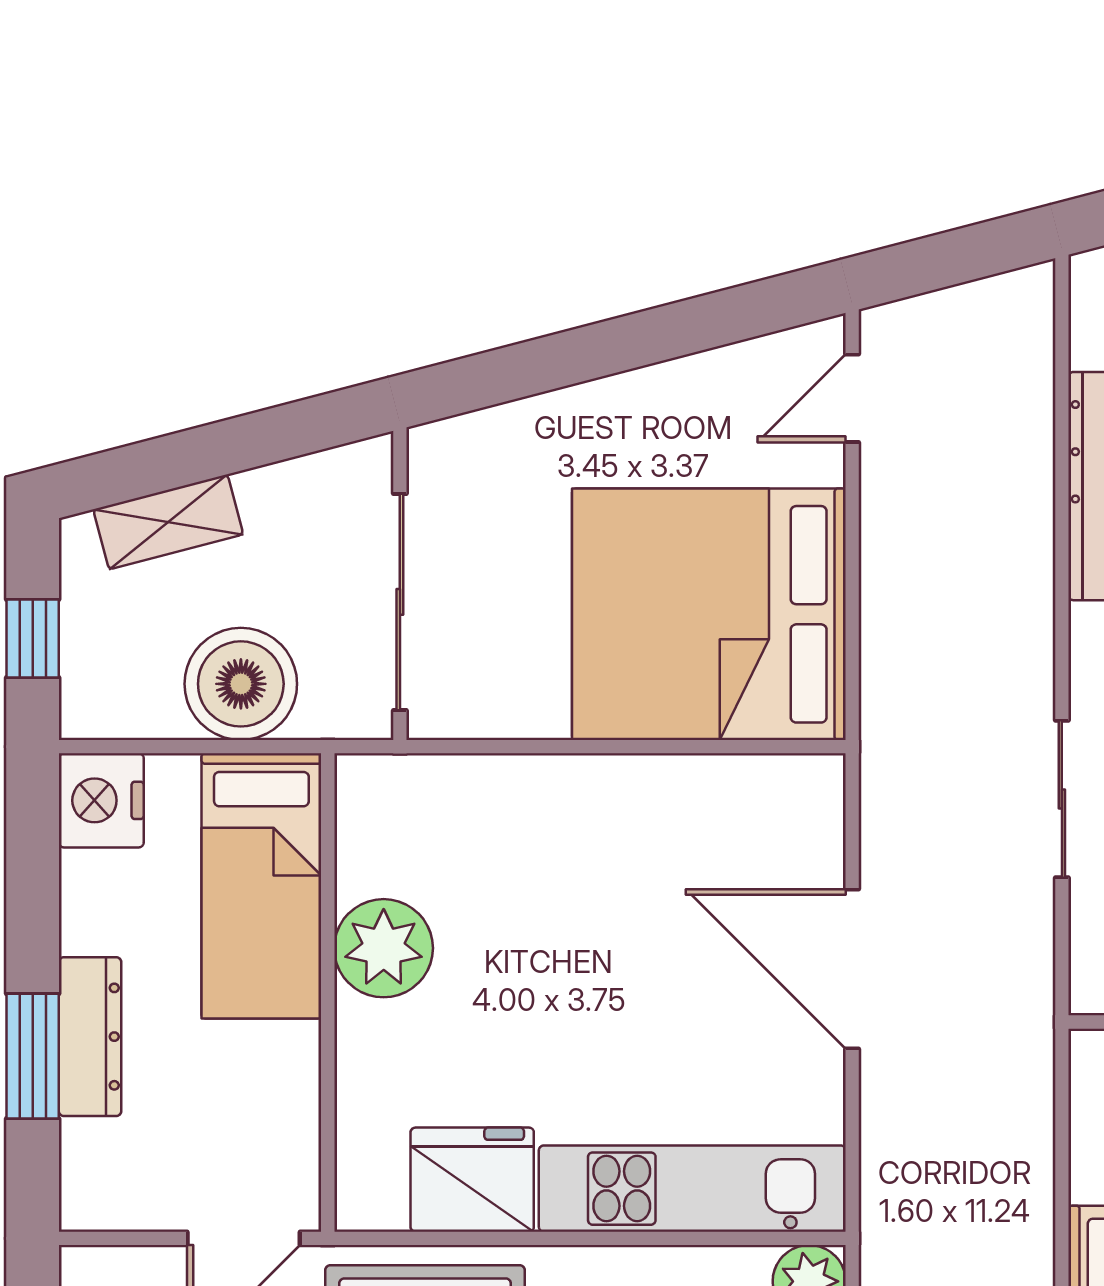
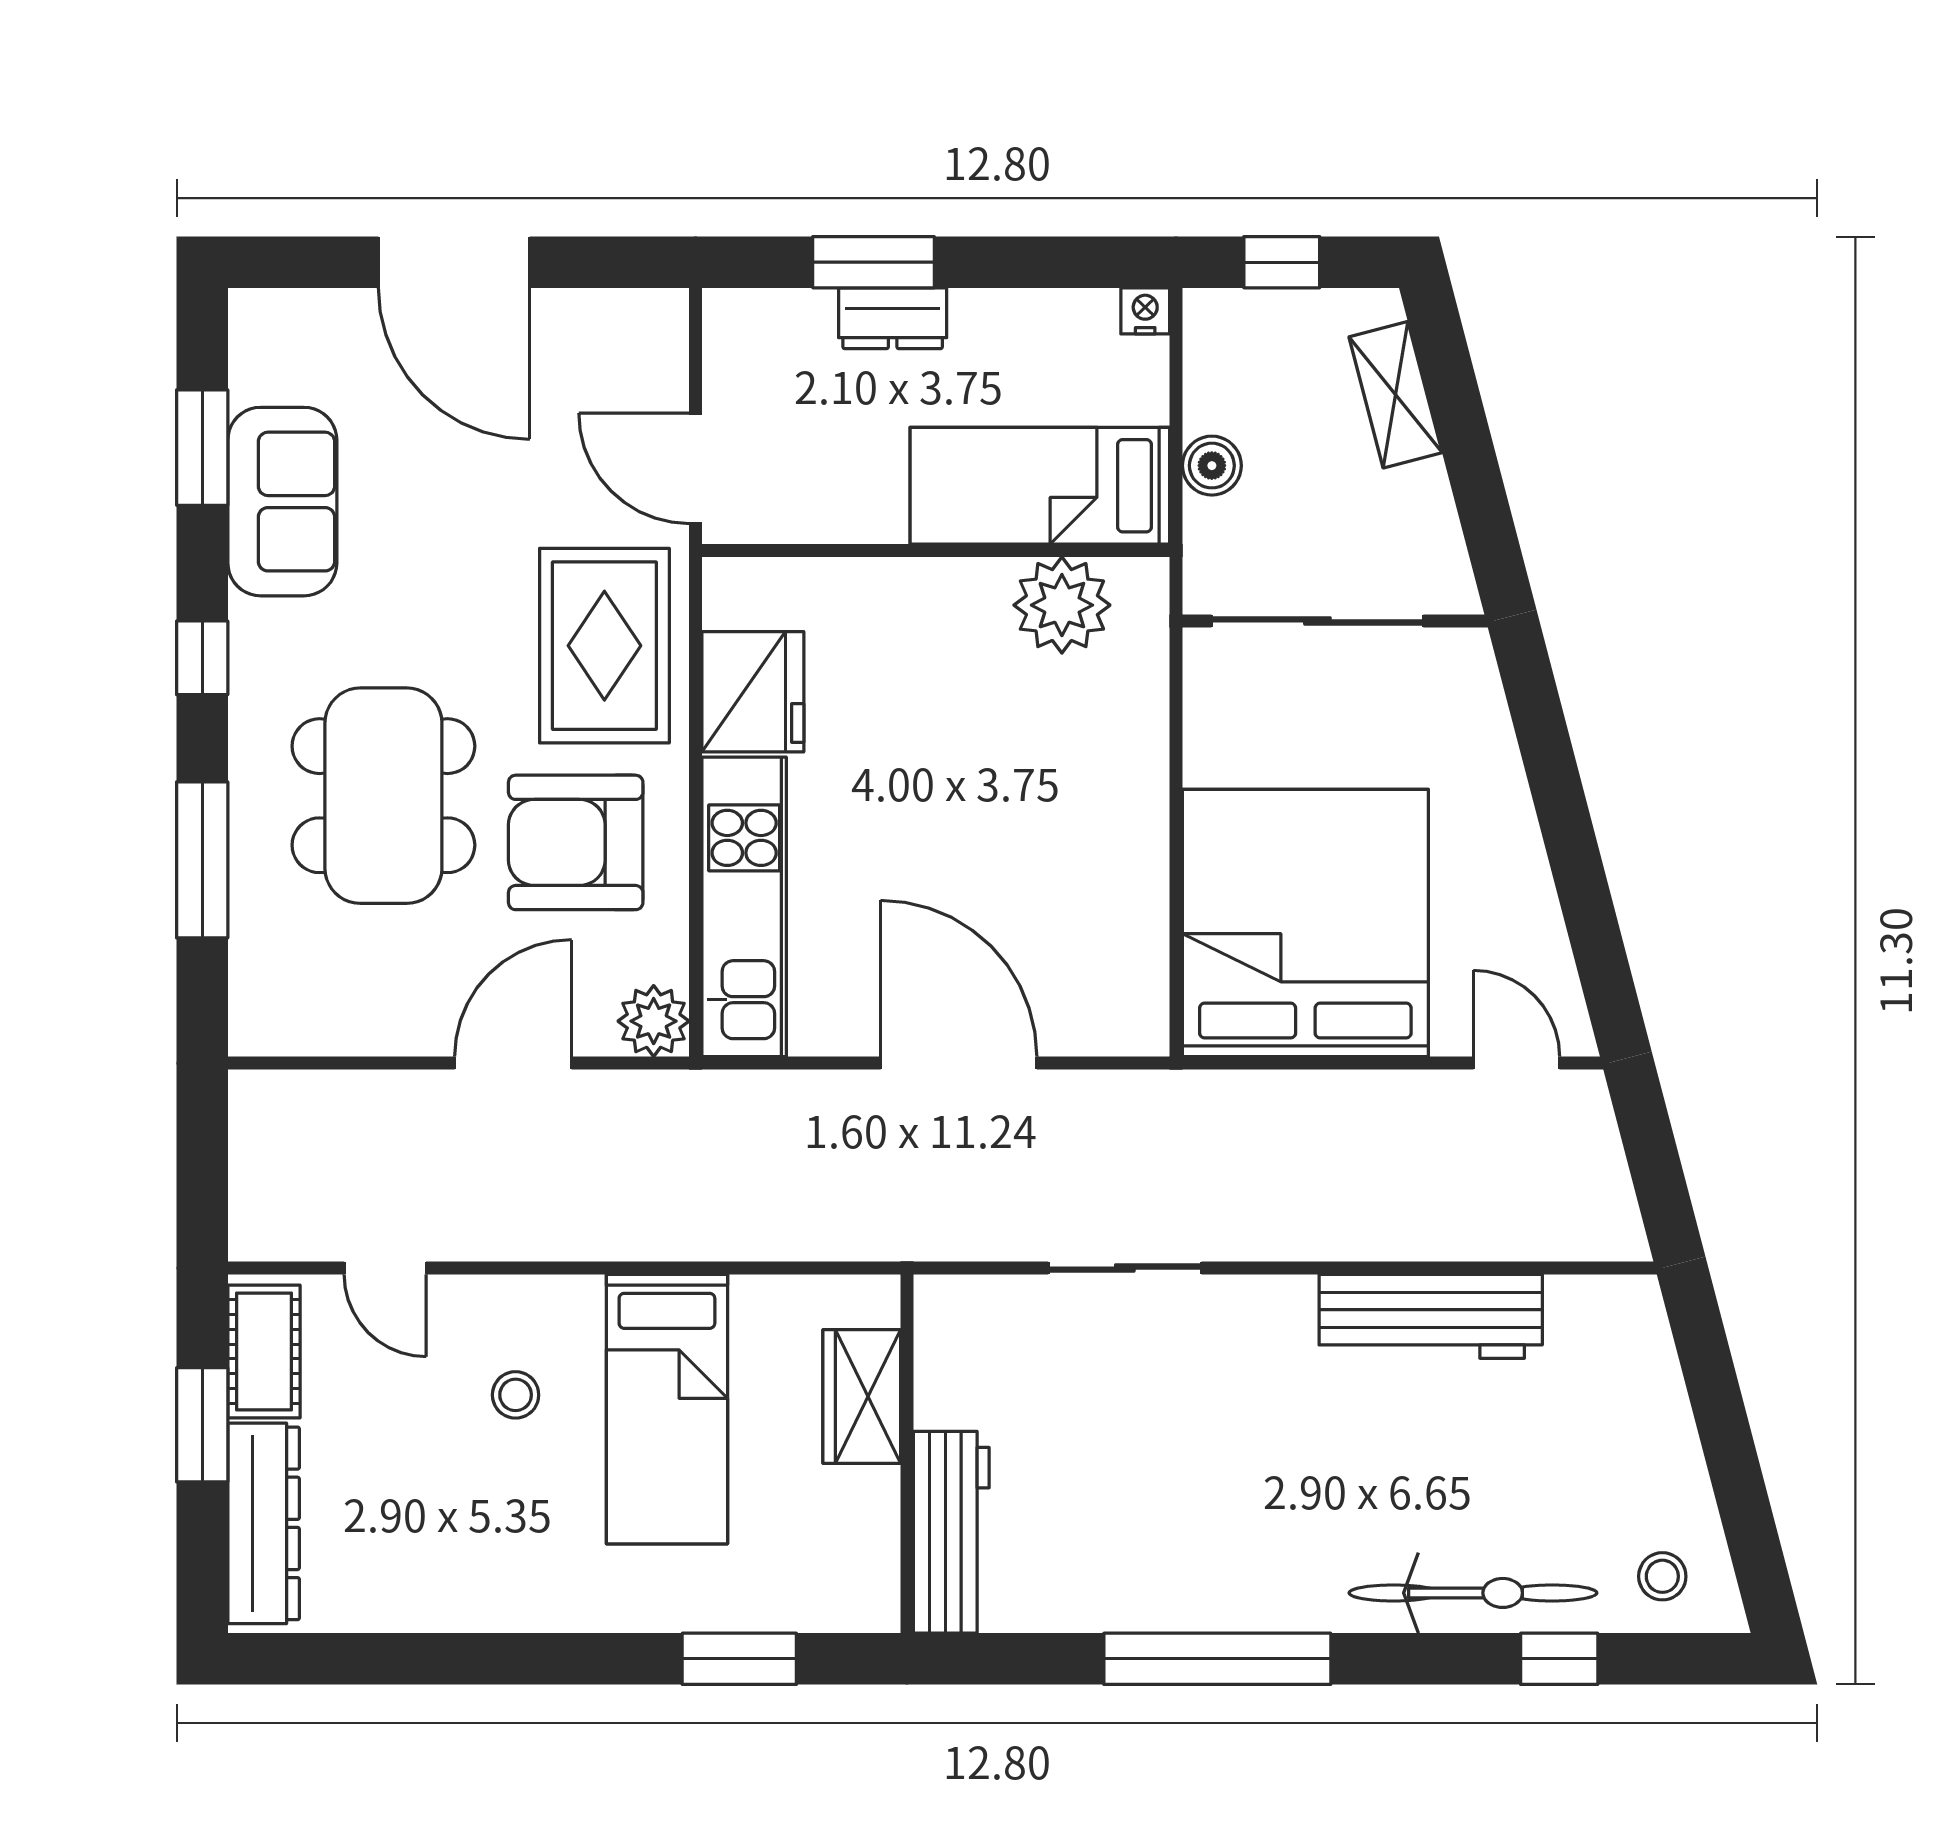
boiler: (241, 684) -> (1212, 466), width x0.54, depth x0.54
nightstand: (101, 800) -> (1145, 311), width x0.53, depth x0.56
plant: (384, 948) -> (1062, 605), moved
door: (852, 969) -> (959, 1063), hinge flipped
dresser: (90, 1037) -> (893, 318), width x0.70

